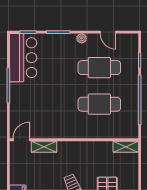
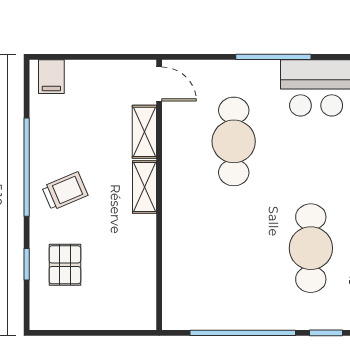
cafe table: (99, 104) -> (234, 141), moved
shelving: (126, 147) -> (144, 187), moved

